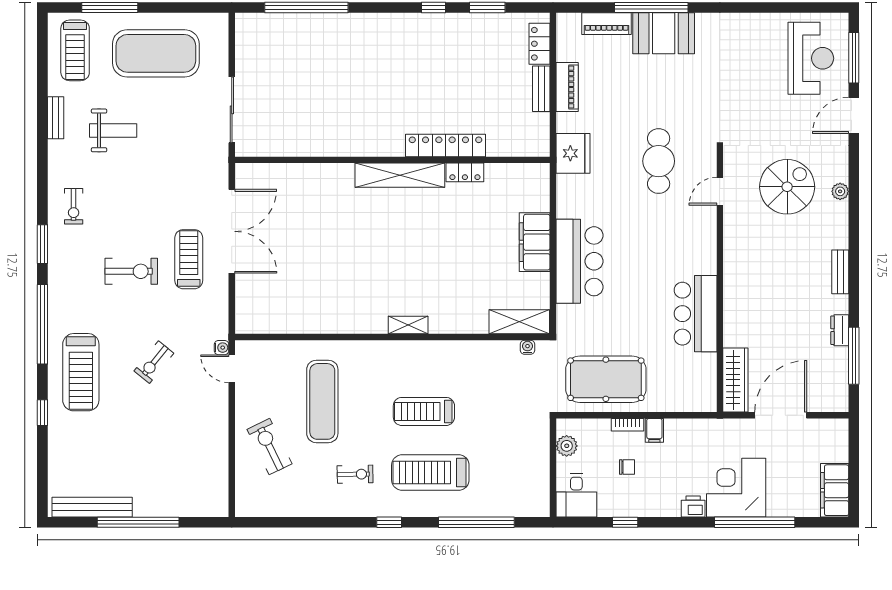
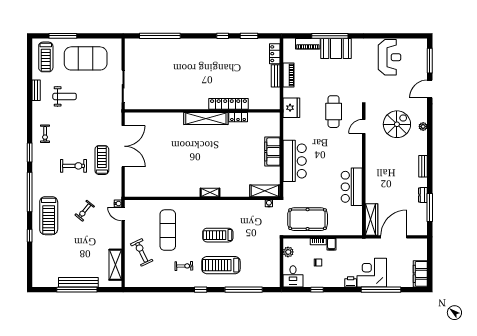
reception desk: (811, 58) -> (389, 57), moved
shelving: (216, 472) -> (115, 265), added
bench: (92, 507) -> (78, 282), moved

